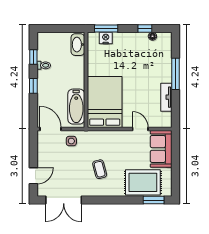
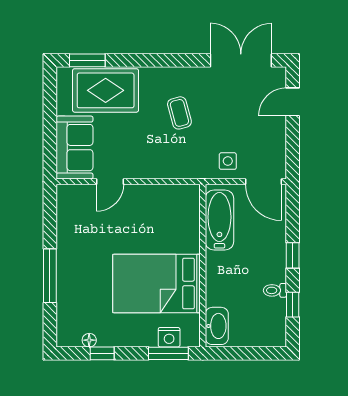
tv unit: (166, 97) -> (65, 236), removed
bed: (105, 102) -> (157, 283), moved, turned 90
door: (140, 129) -> (110, 182), hinge flipped

